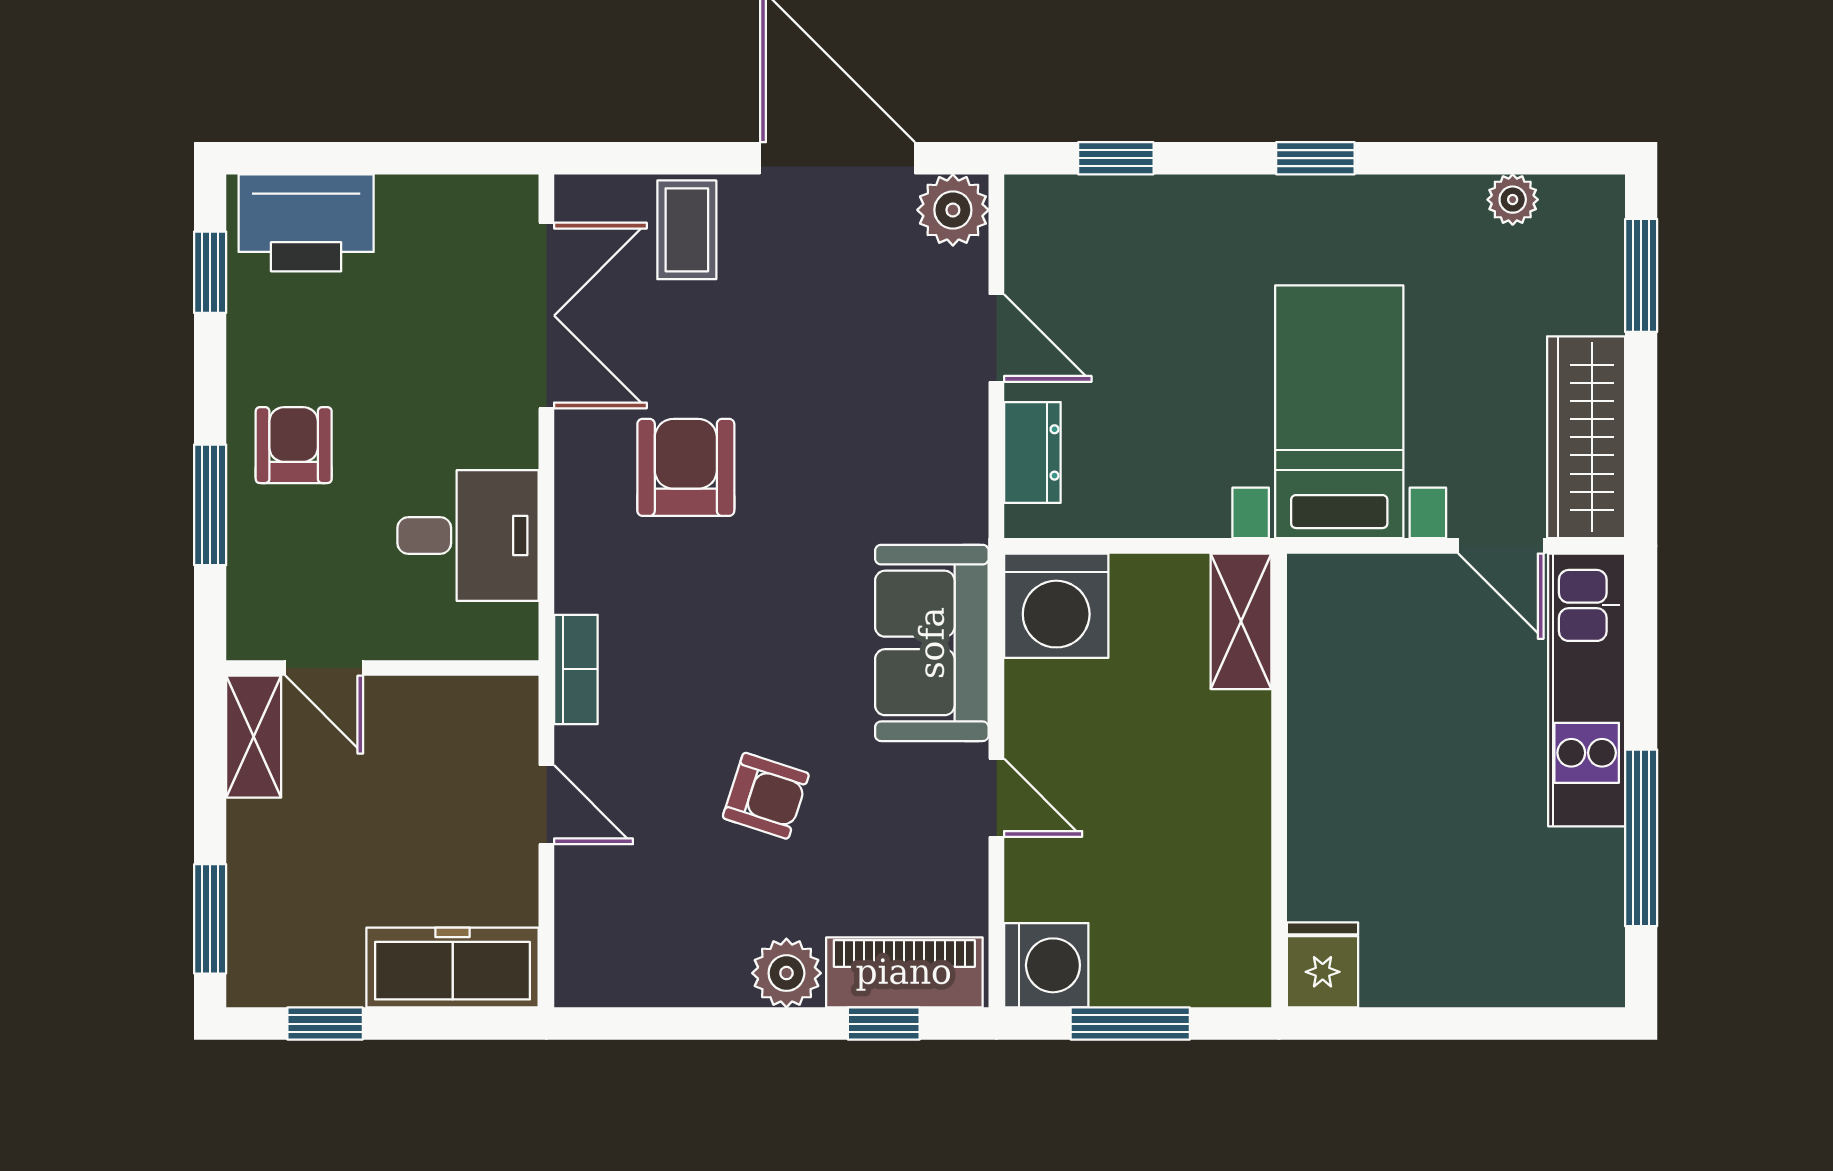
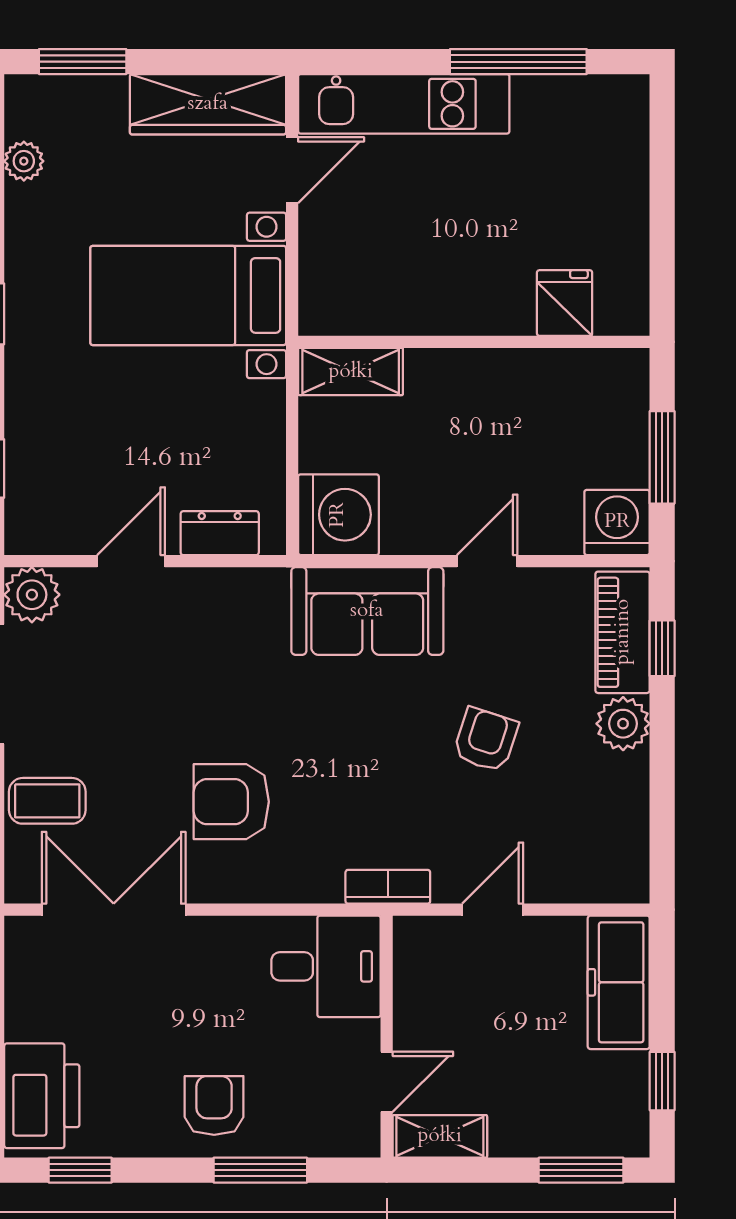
armchair: (294, 445) -> (214, 1105), turned 90
desk: (468, 536) -> (326, 966), moved, turned 90
fridge: (1323, 965) -> (565, 303), moved, turned 90

